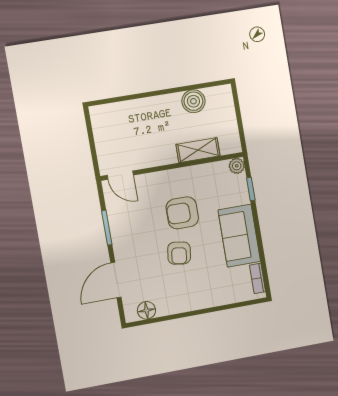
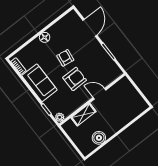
door: (120, 175) -> (99, 94), moved
floor lamp: (146, 310) -> (45, 37), moved

